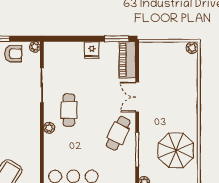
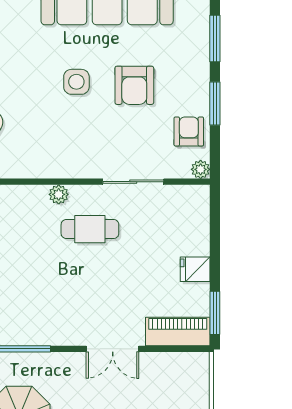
armchair: (13, 54) -> (189, 131), turned 180
double door: (137, 97) -> (113, 349), swing flipped
cafe table: (118, 133) -> (49, 316), removed

